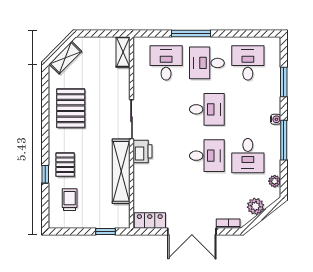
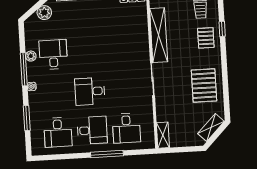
printer: (142, 151) -> (142, 53), removed
desk: (207, 156) -> (87, 52), removed
plant: (275, 181) -> (31, 56), moved

